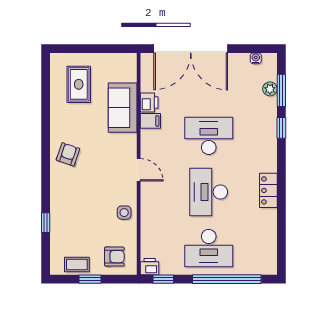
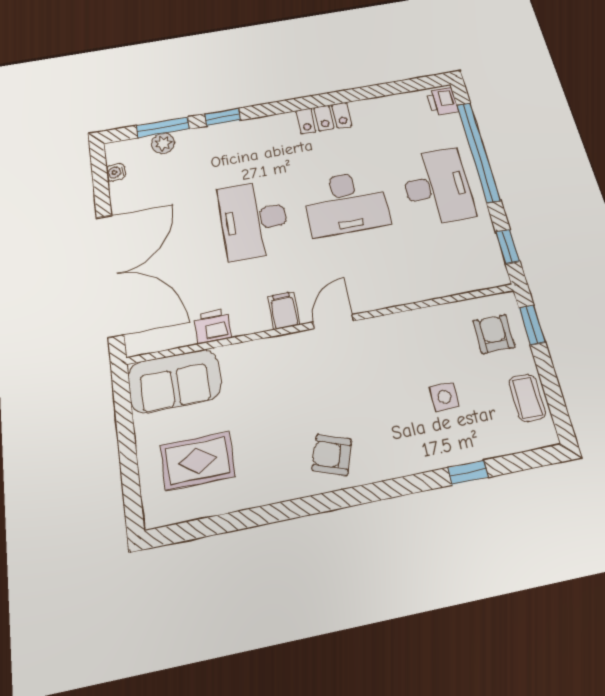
sofa: (123, 108) -> (174, 381), moved
filing cabinet: (150, 121) -> (284, 311), moved
side table: (124, 213) -> (444, 397), moved
printer: (150, 267) -> (442, 101), moved
window: (90, 279) -> (532, 325), moved

